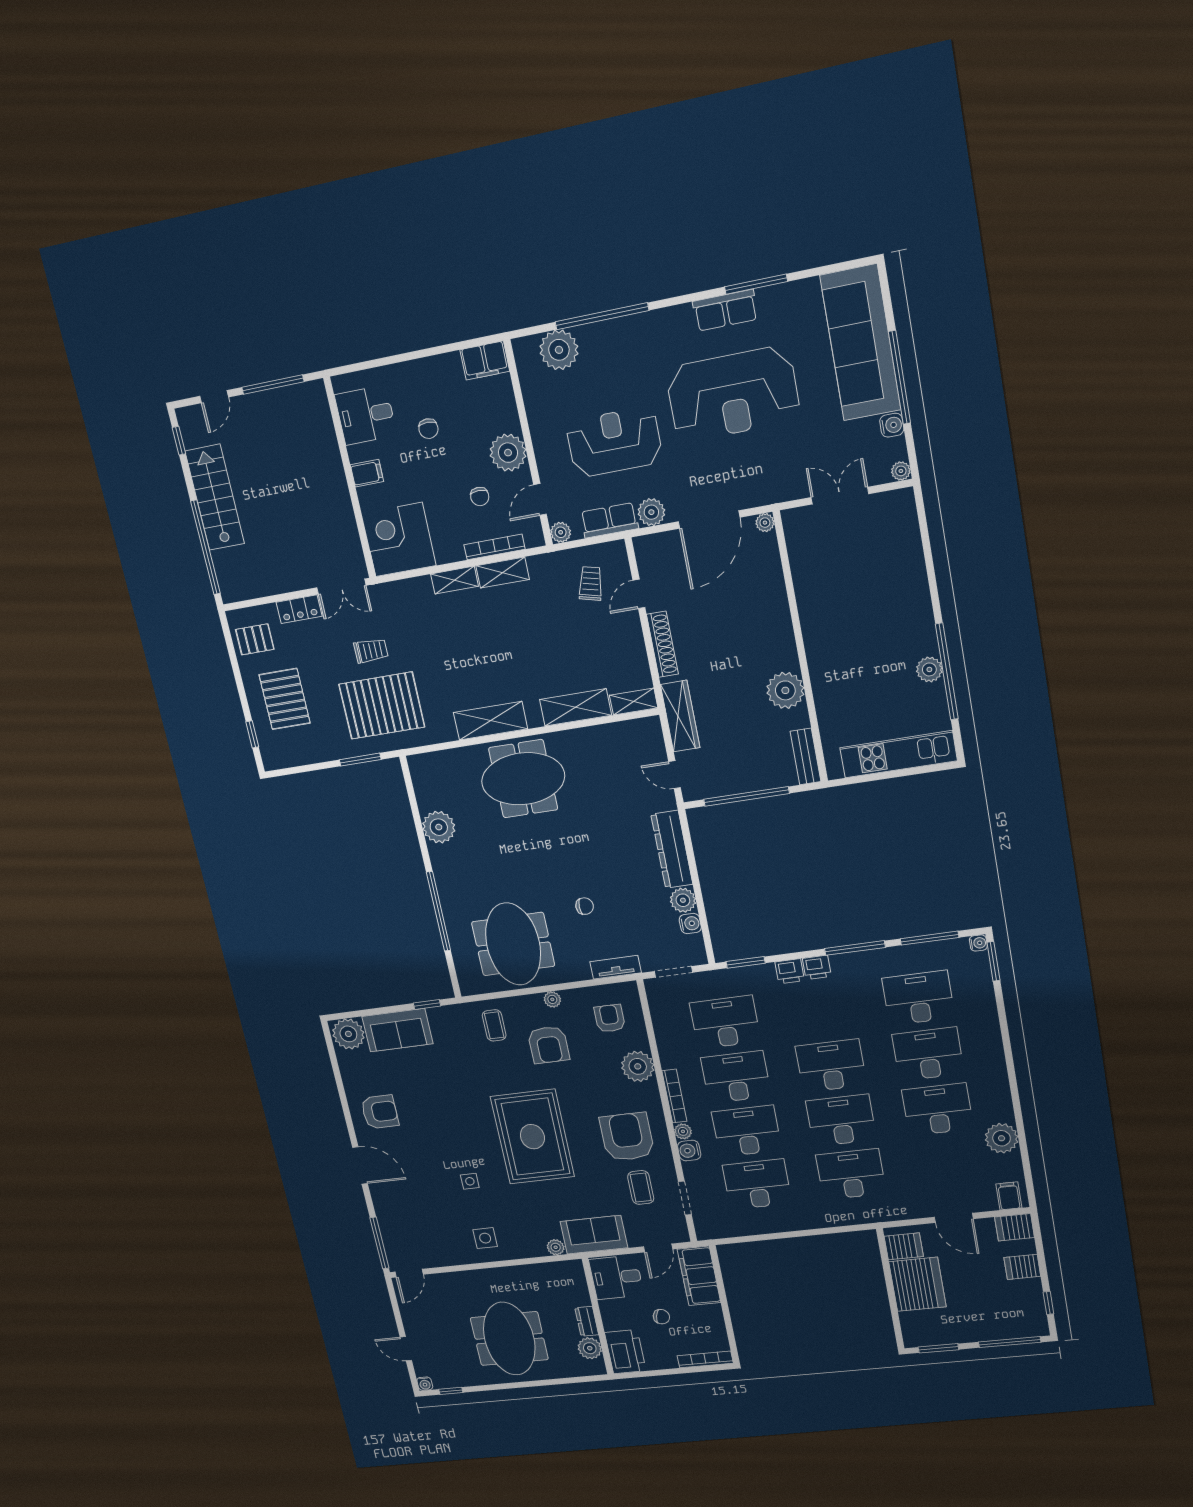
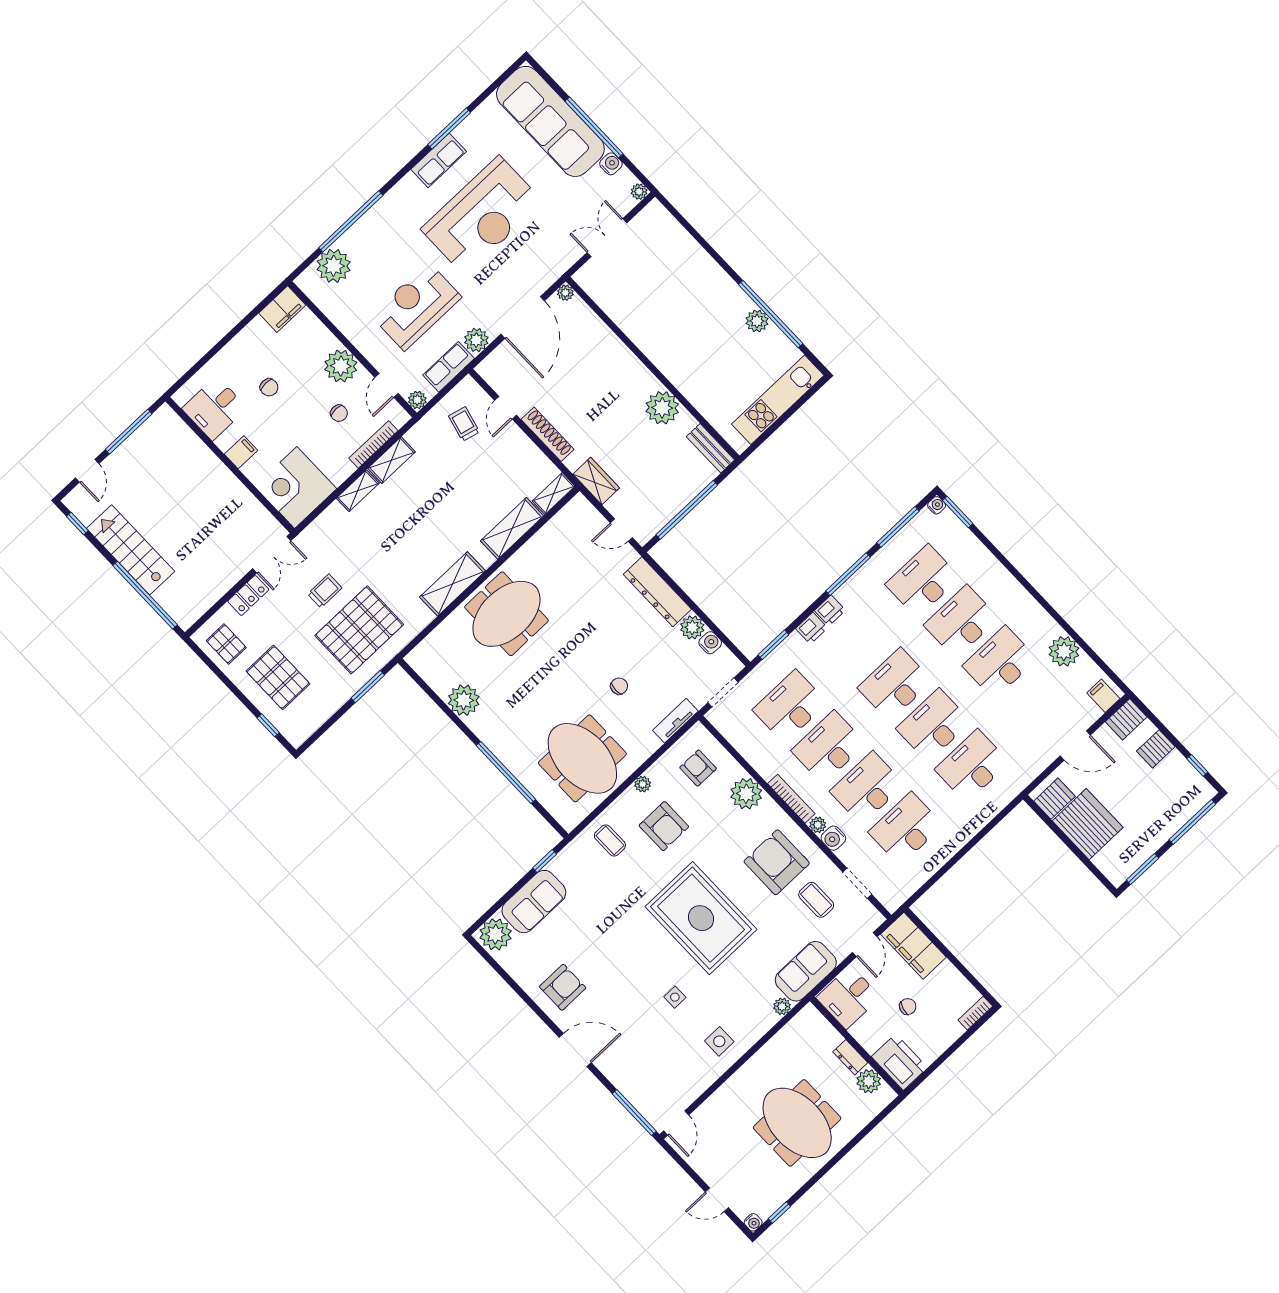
pallet: (255, 639) -> (226, 644), turned 90
wardrobe: (680, 716) -> (596, 481), width x0.67
bookcase: (705, 1359) -> (975, 1013), width x0.64

